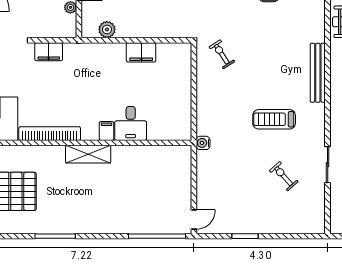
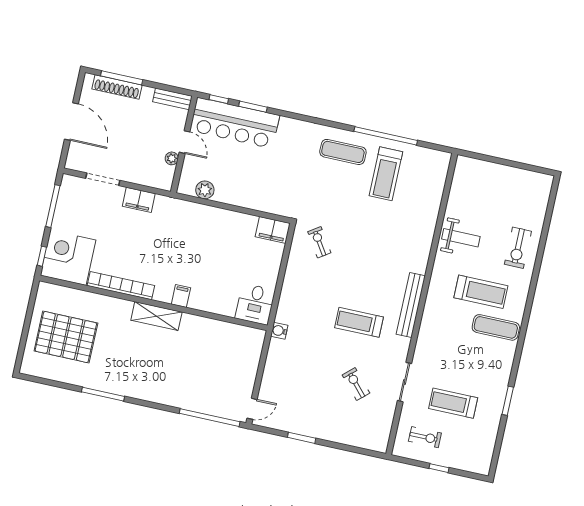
filing cabinet: (141, 52) -> (273, 230), moved
bench: (318, 73) -> (411, 305), moved
desk: (131, 123) -> (255, 304), moved

